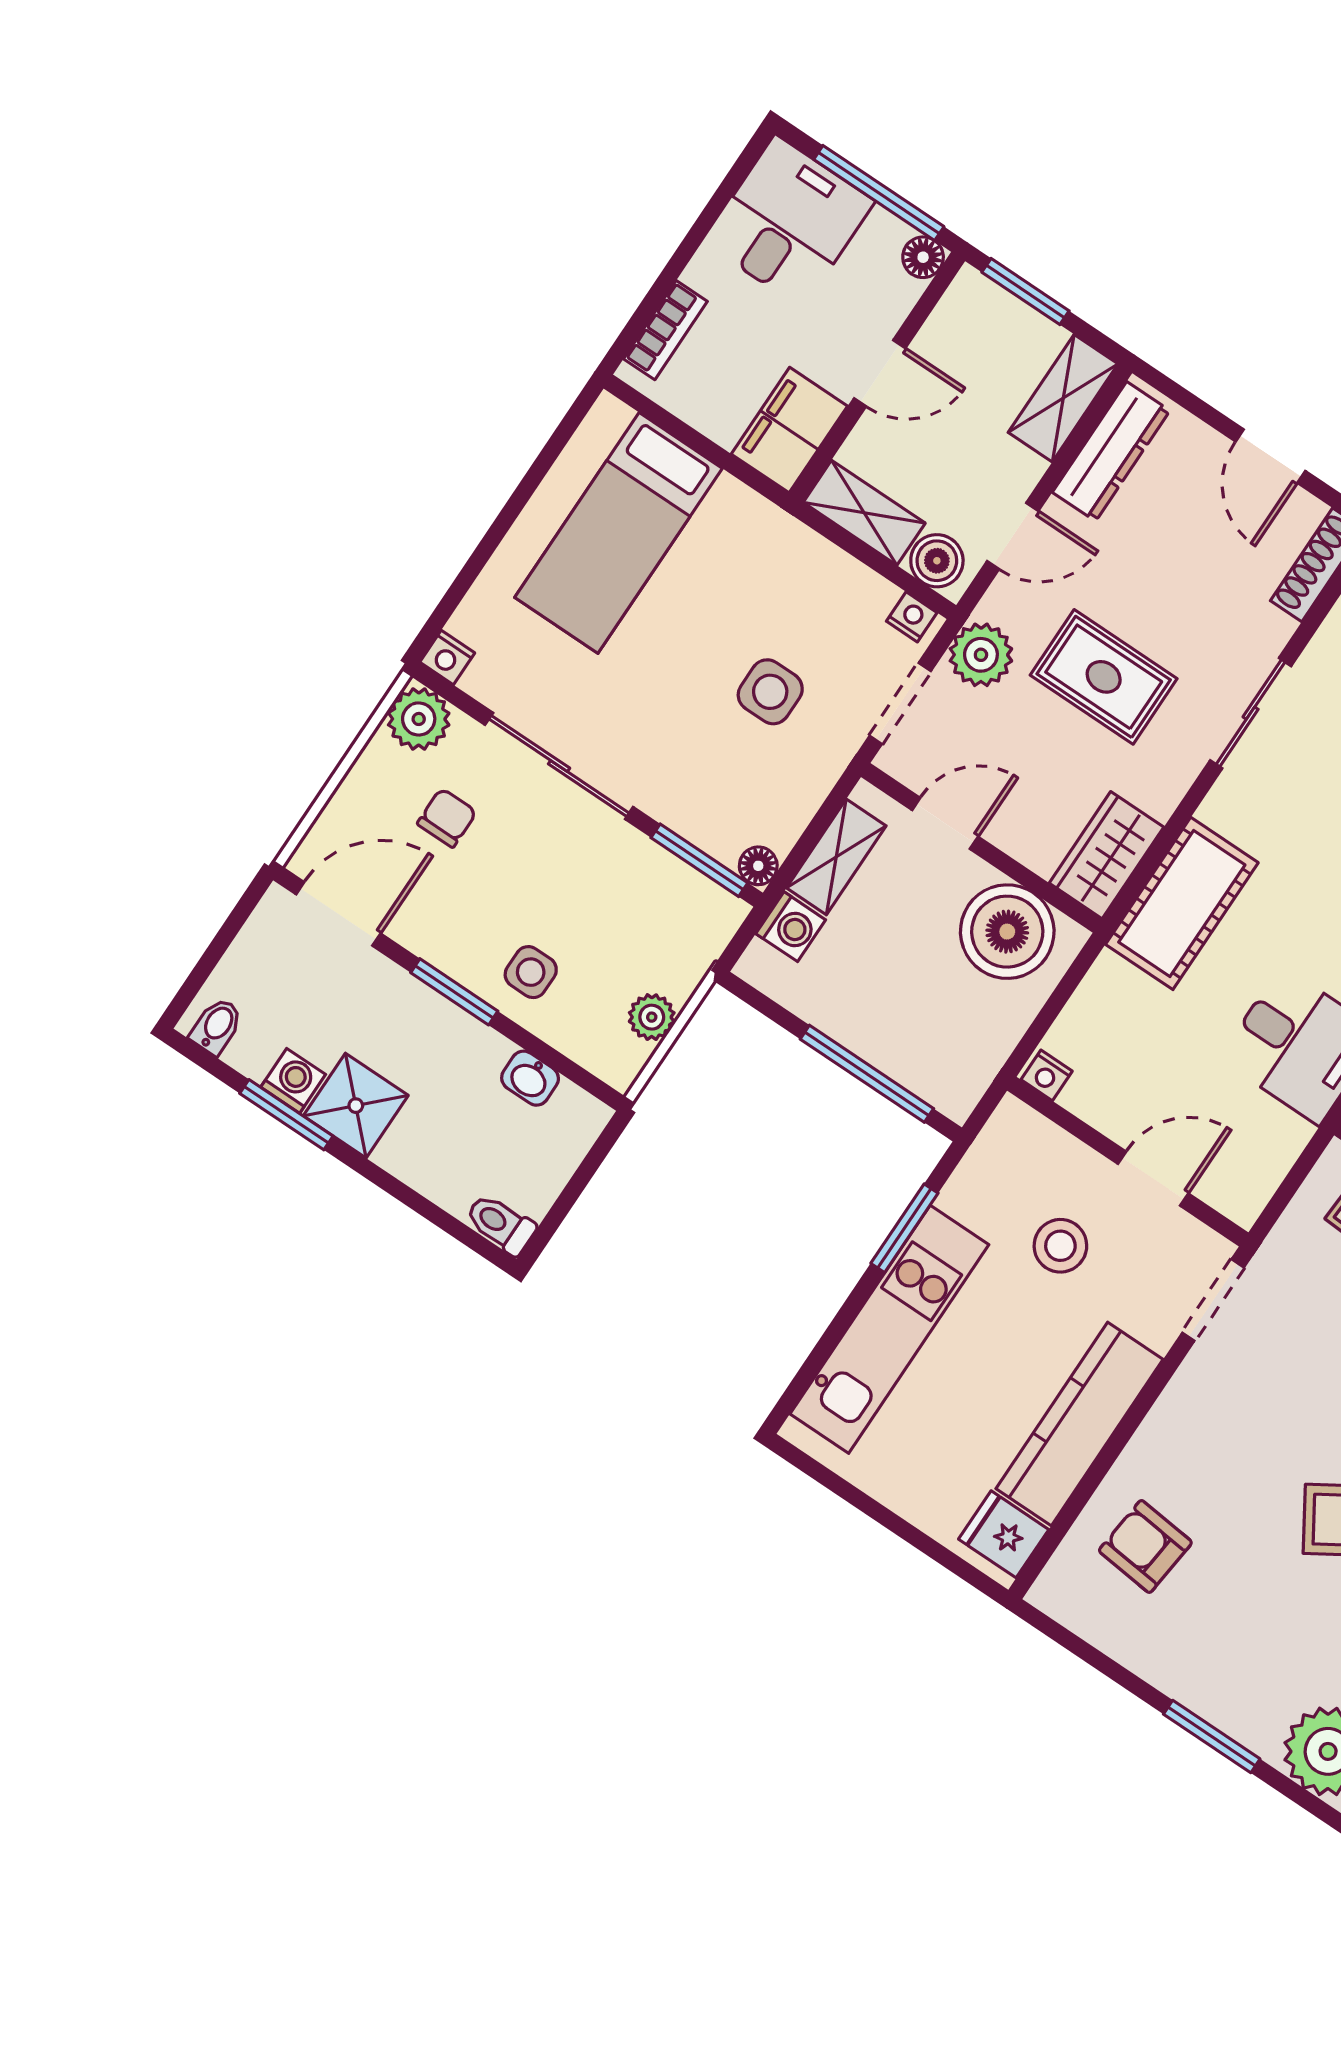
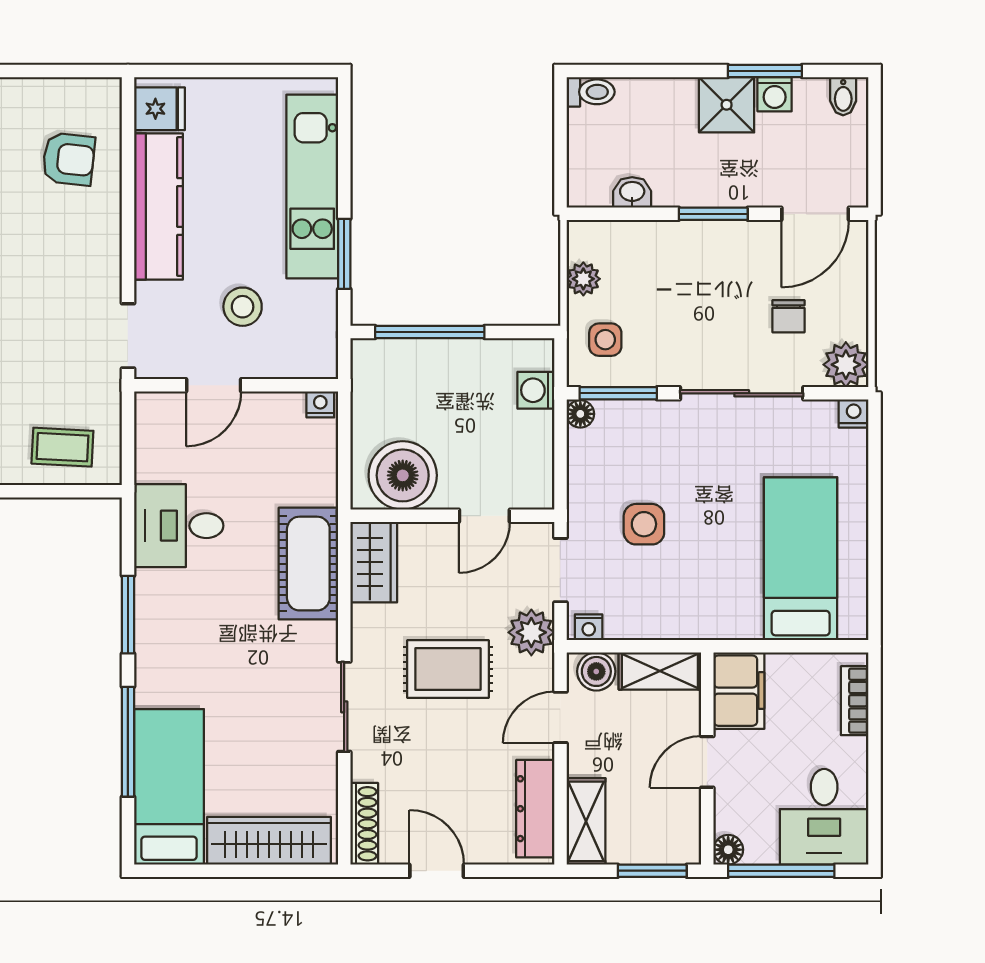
shelving: (836, 857) -> (537, 451), removed
side table: (531, 972) -> (605, 340), moved

